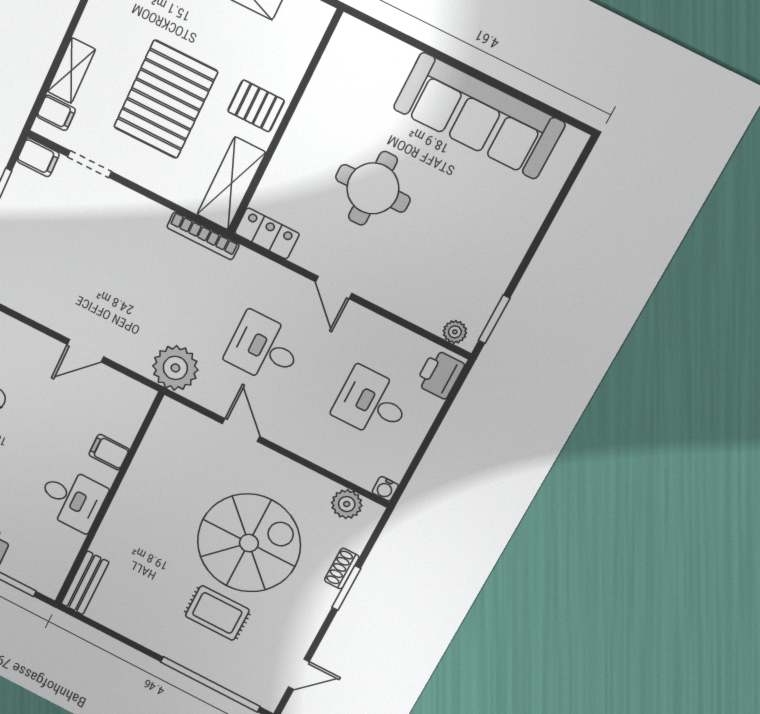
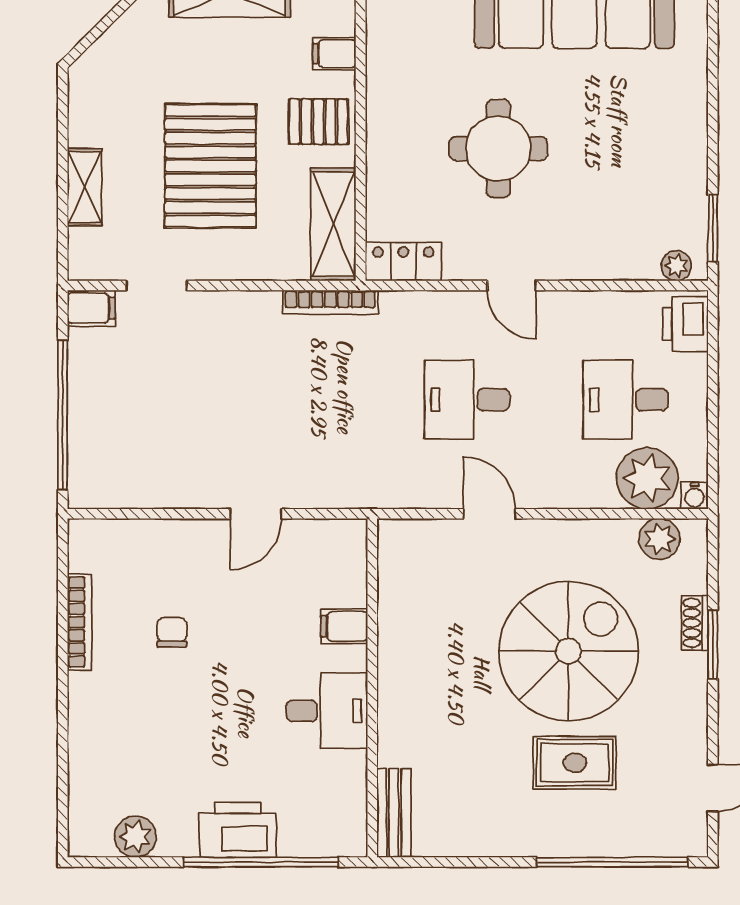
filing cabinet: (56, 113) -> (334, 54), moved, turned 180
plant: (175, 368) -> (647, 478), moved

